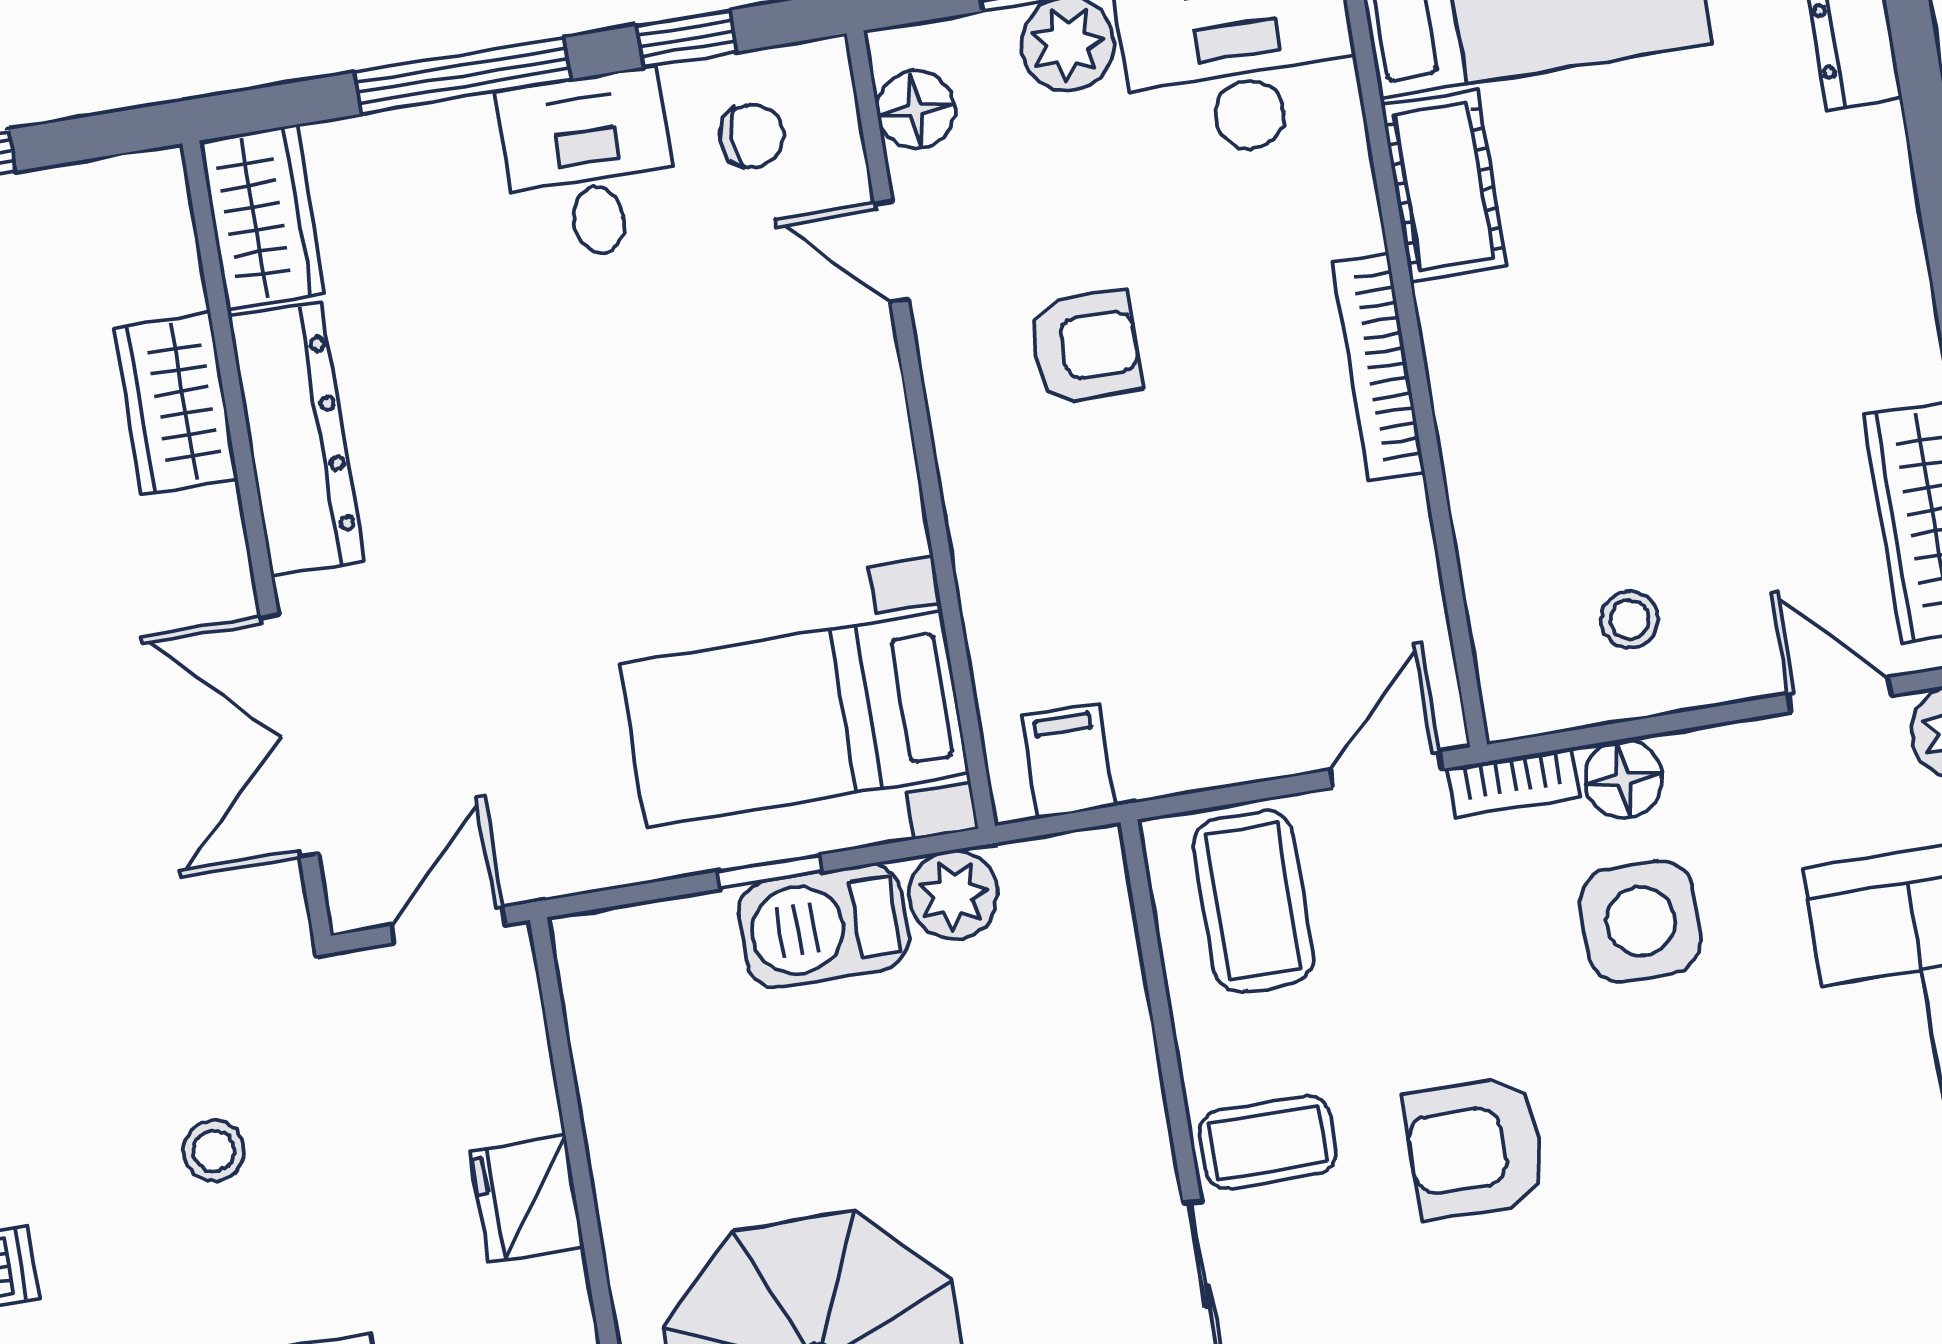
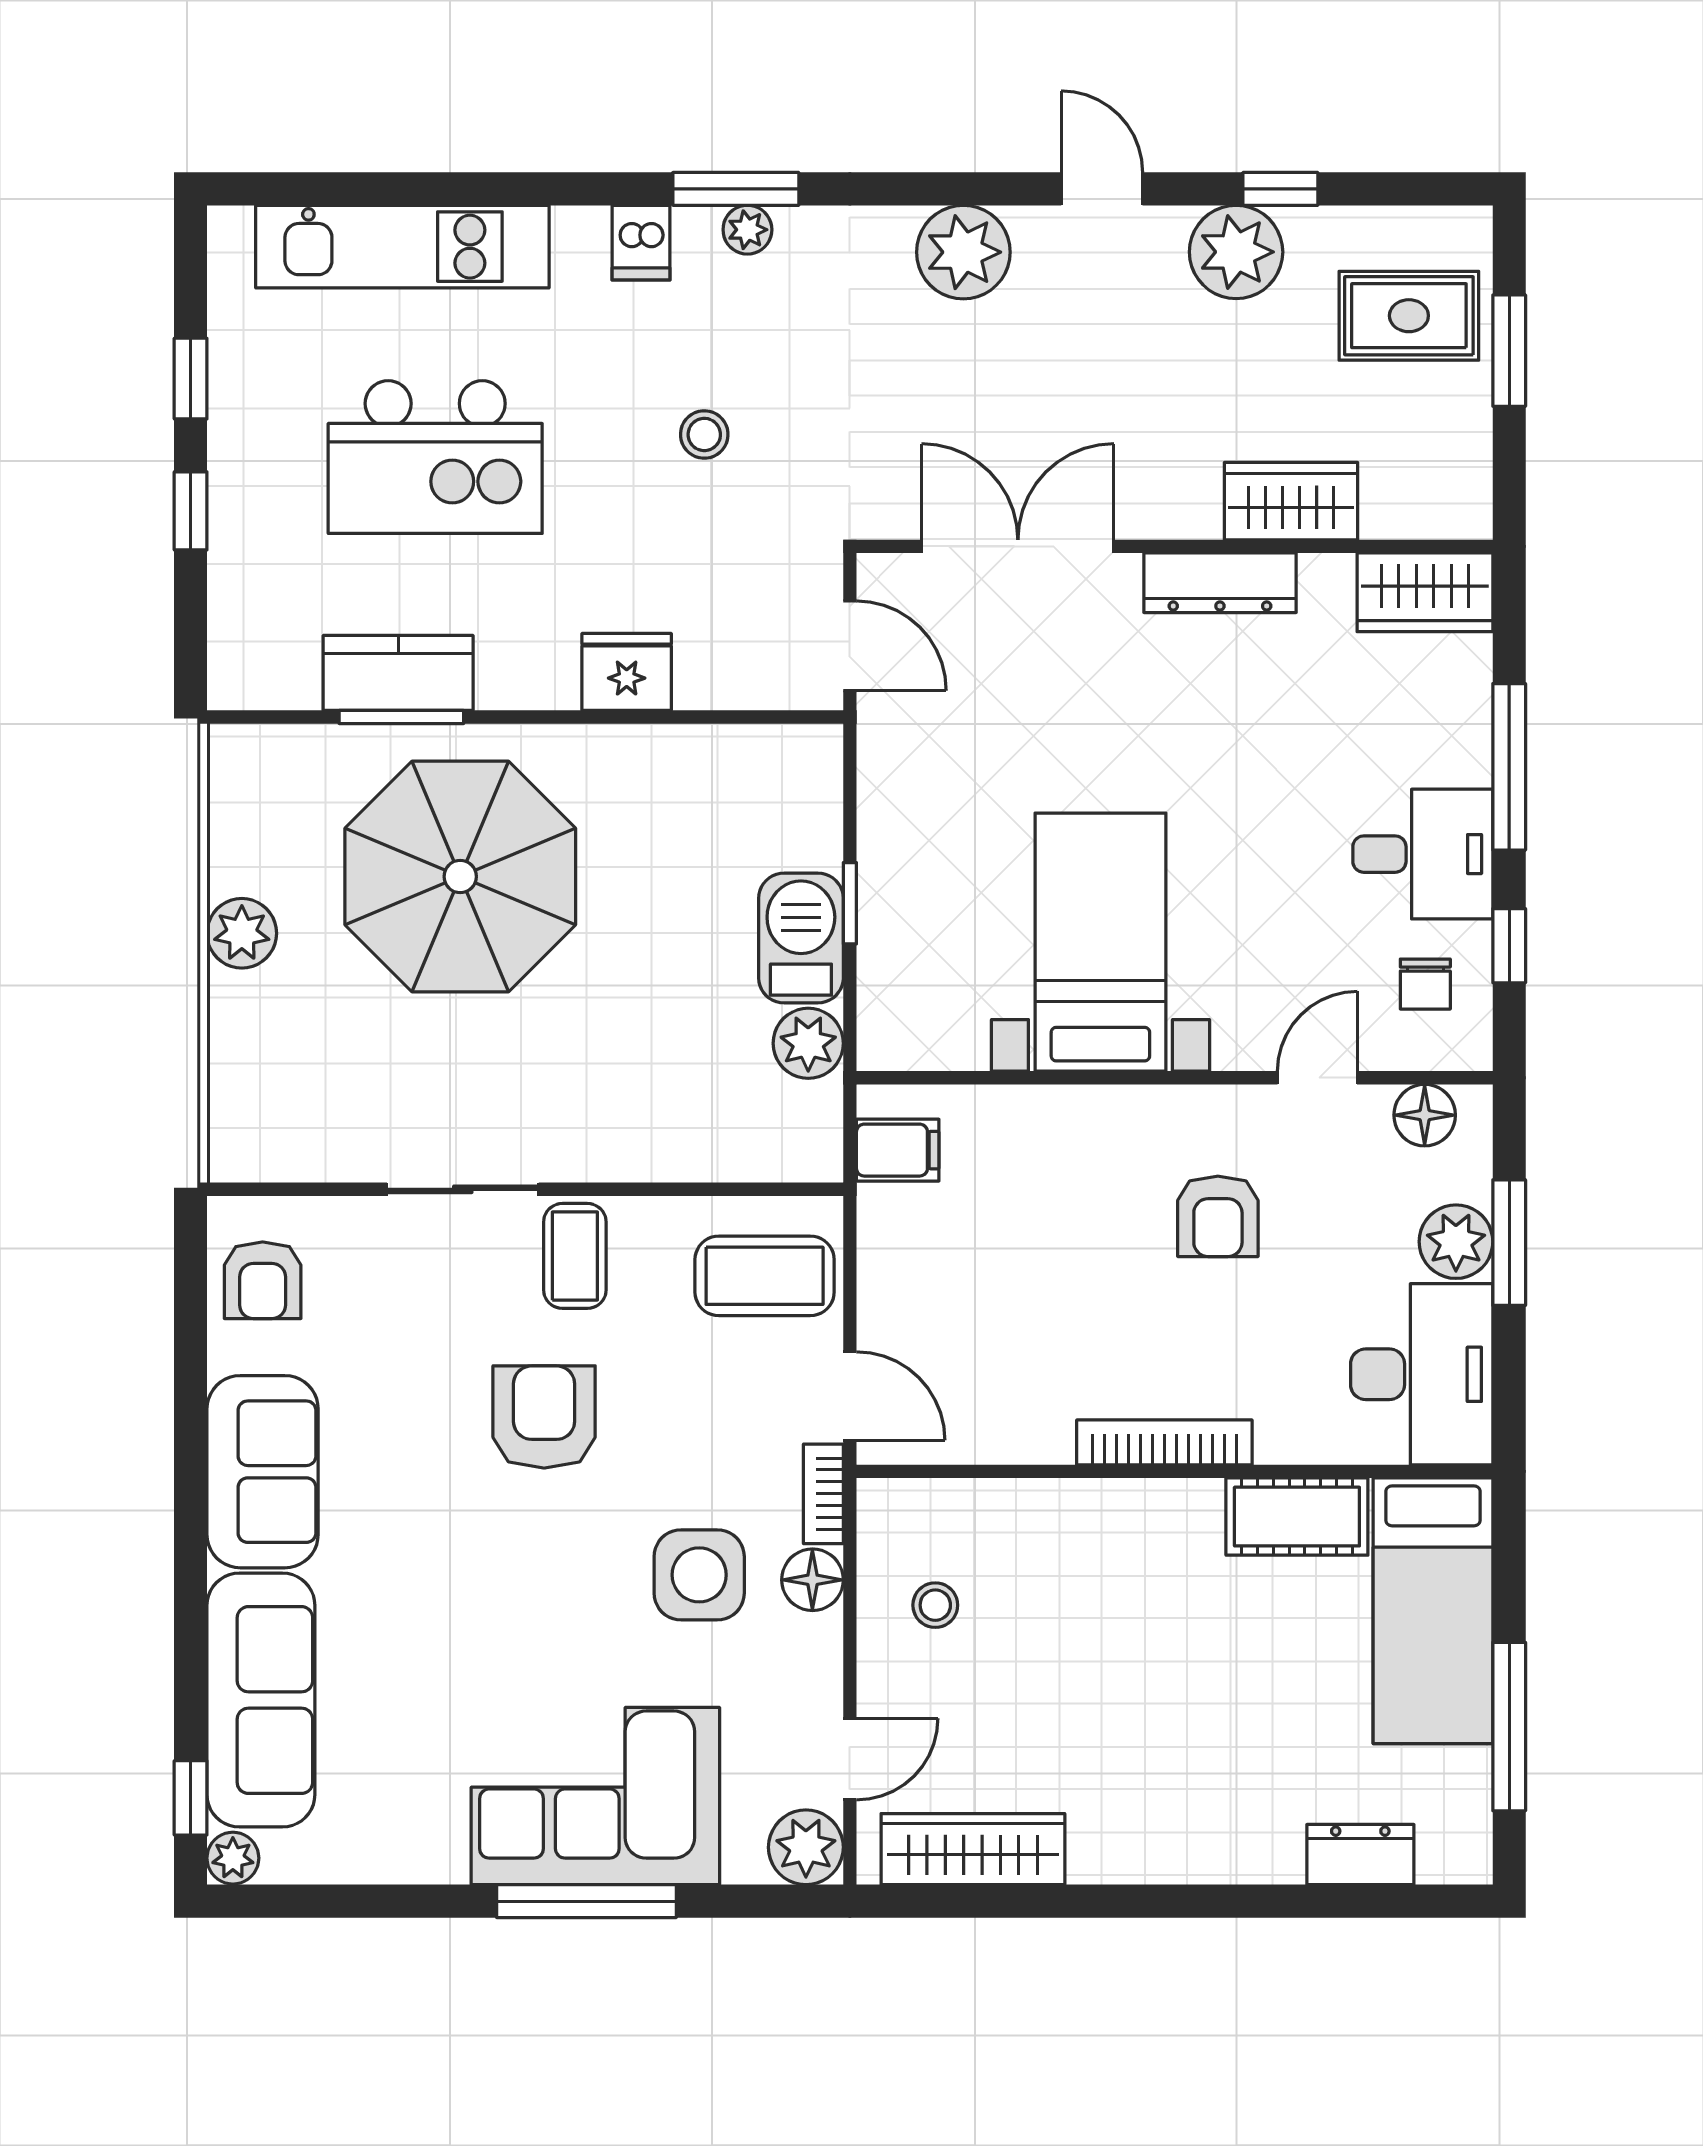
dresser: (296, 439) -> (1220, 583), width x0.73, depth x0.80
bed with nightstands: (795, 719) -> (1100, 942), moved

